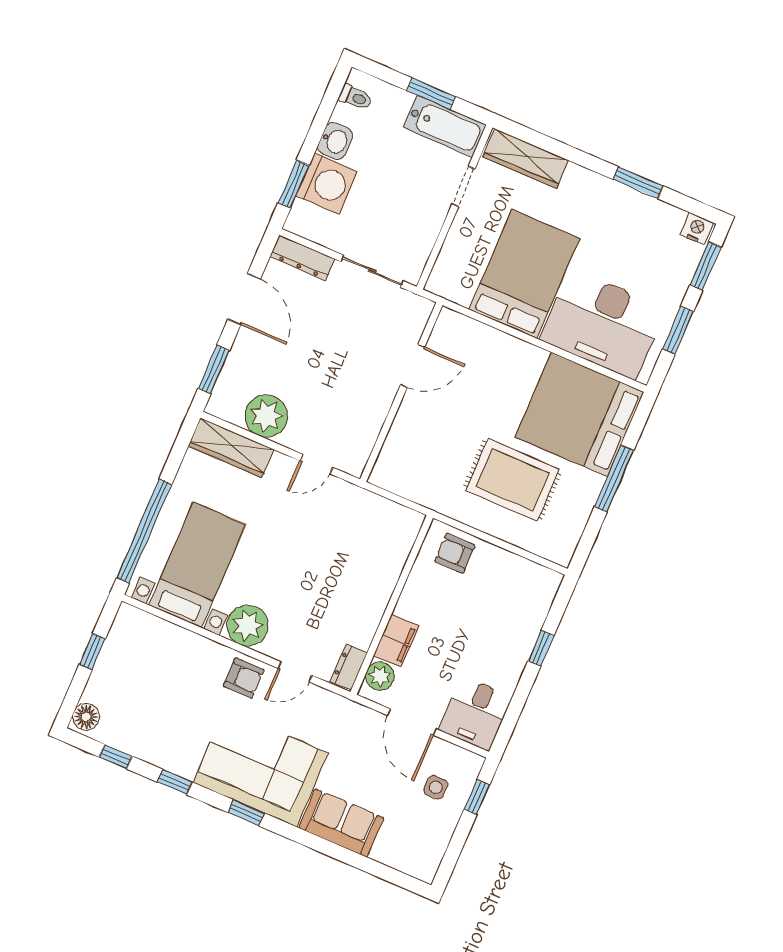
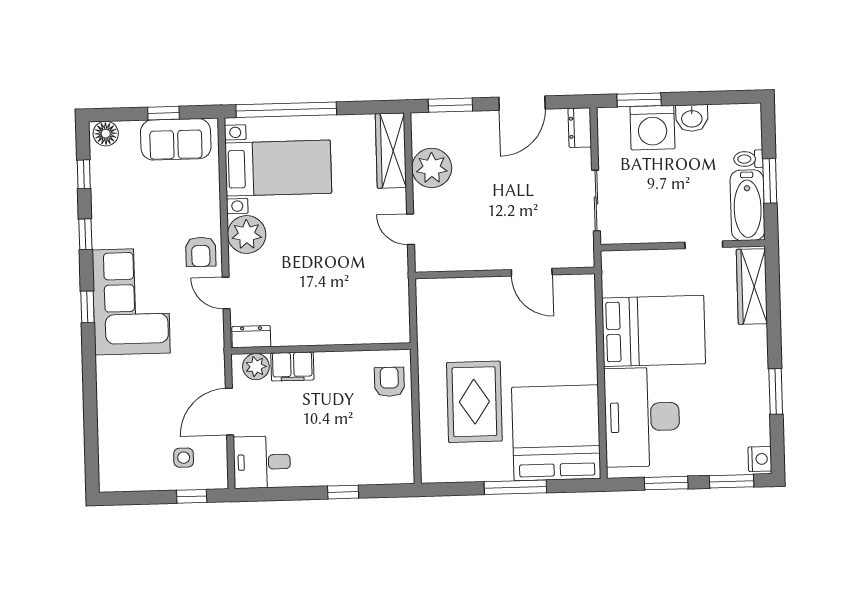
toilet: (355, 97) -> (748, 159), moved, turned 90
dresser: (302, 258) -> (580, 128), width x0.70
sofa: (341, 823) -> (176, 139), moved, turned 90

